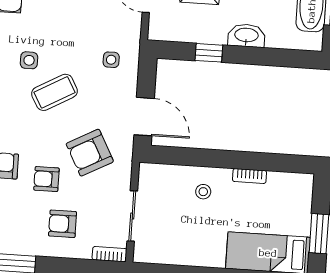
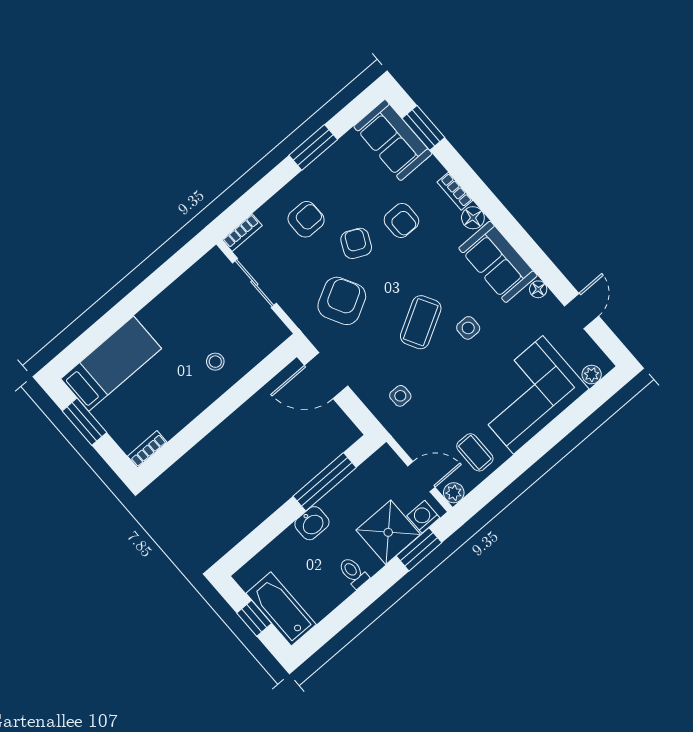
washbasin: (246, 36) -> (312, 523), width x0.72
window: (209, 53) -> (325, 482), width x2.17
bookcase: (250, 176) -> (147, 449), moved
armchair: (46, 179) -> (356, 243), turned -64

